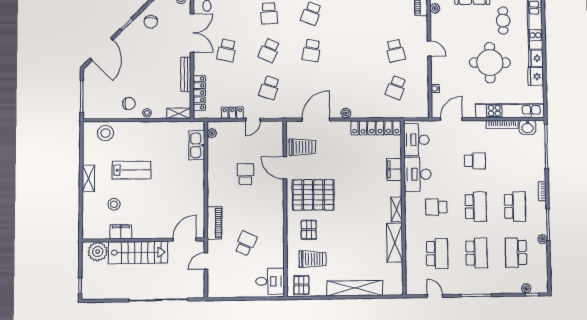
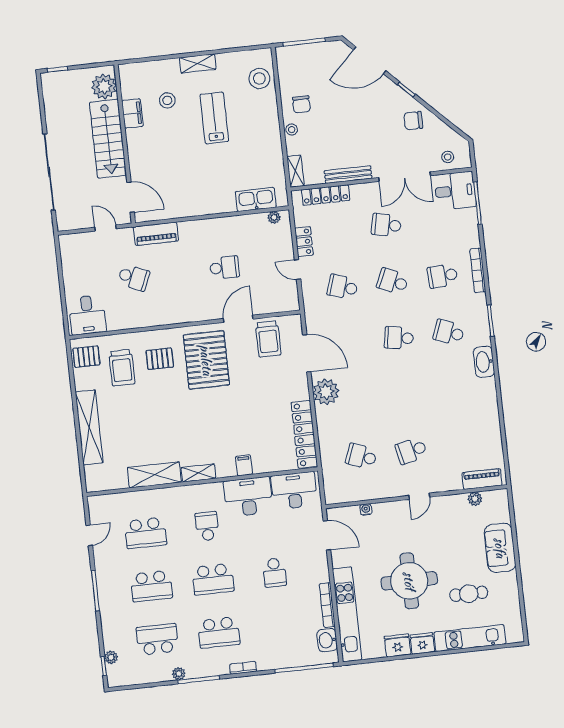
plant: (346, 113) -> (326, 392), width x1.87, depth x1.87
filing cabinet: (394, 169) -> (244, 465), width x0.50
lab bench: (131, 170) -> (214, 118), turned 180

